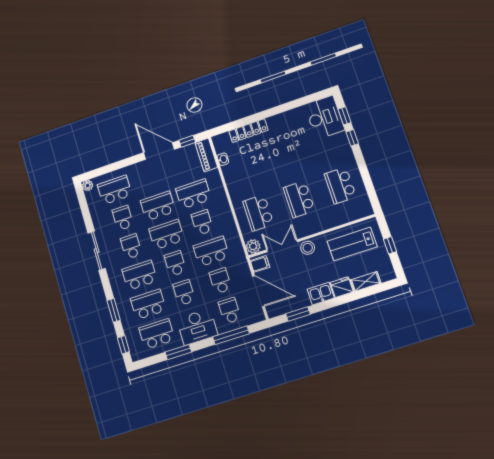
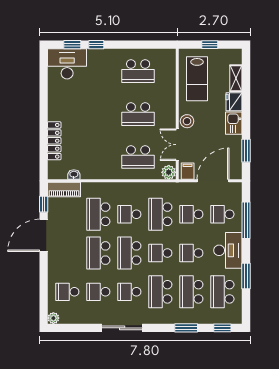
school desk: (115, 190) -> (67, 292), width x0.54

